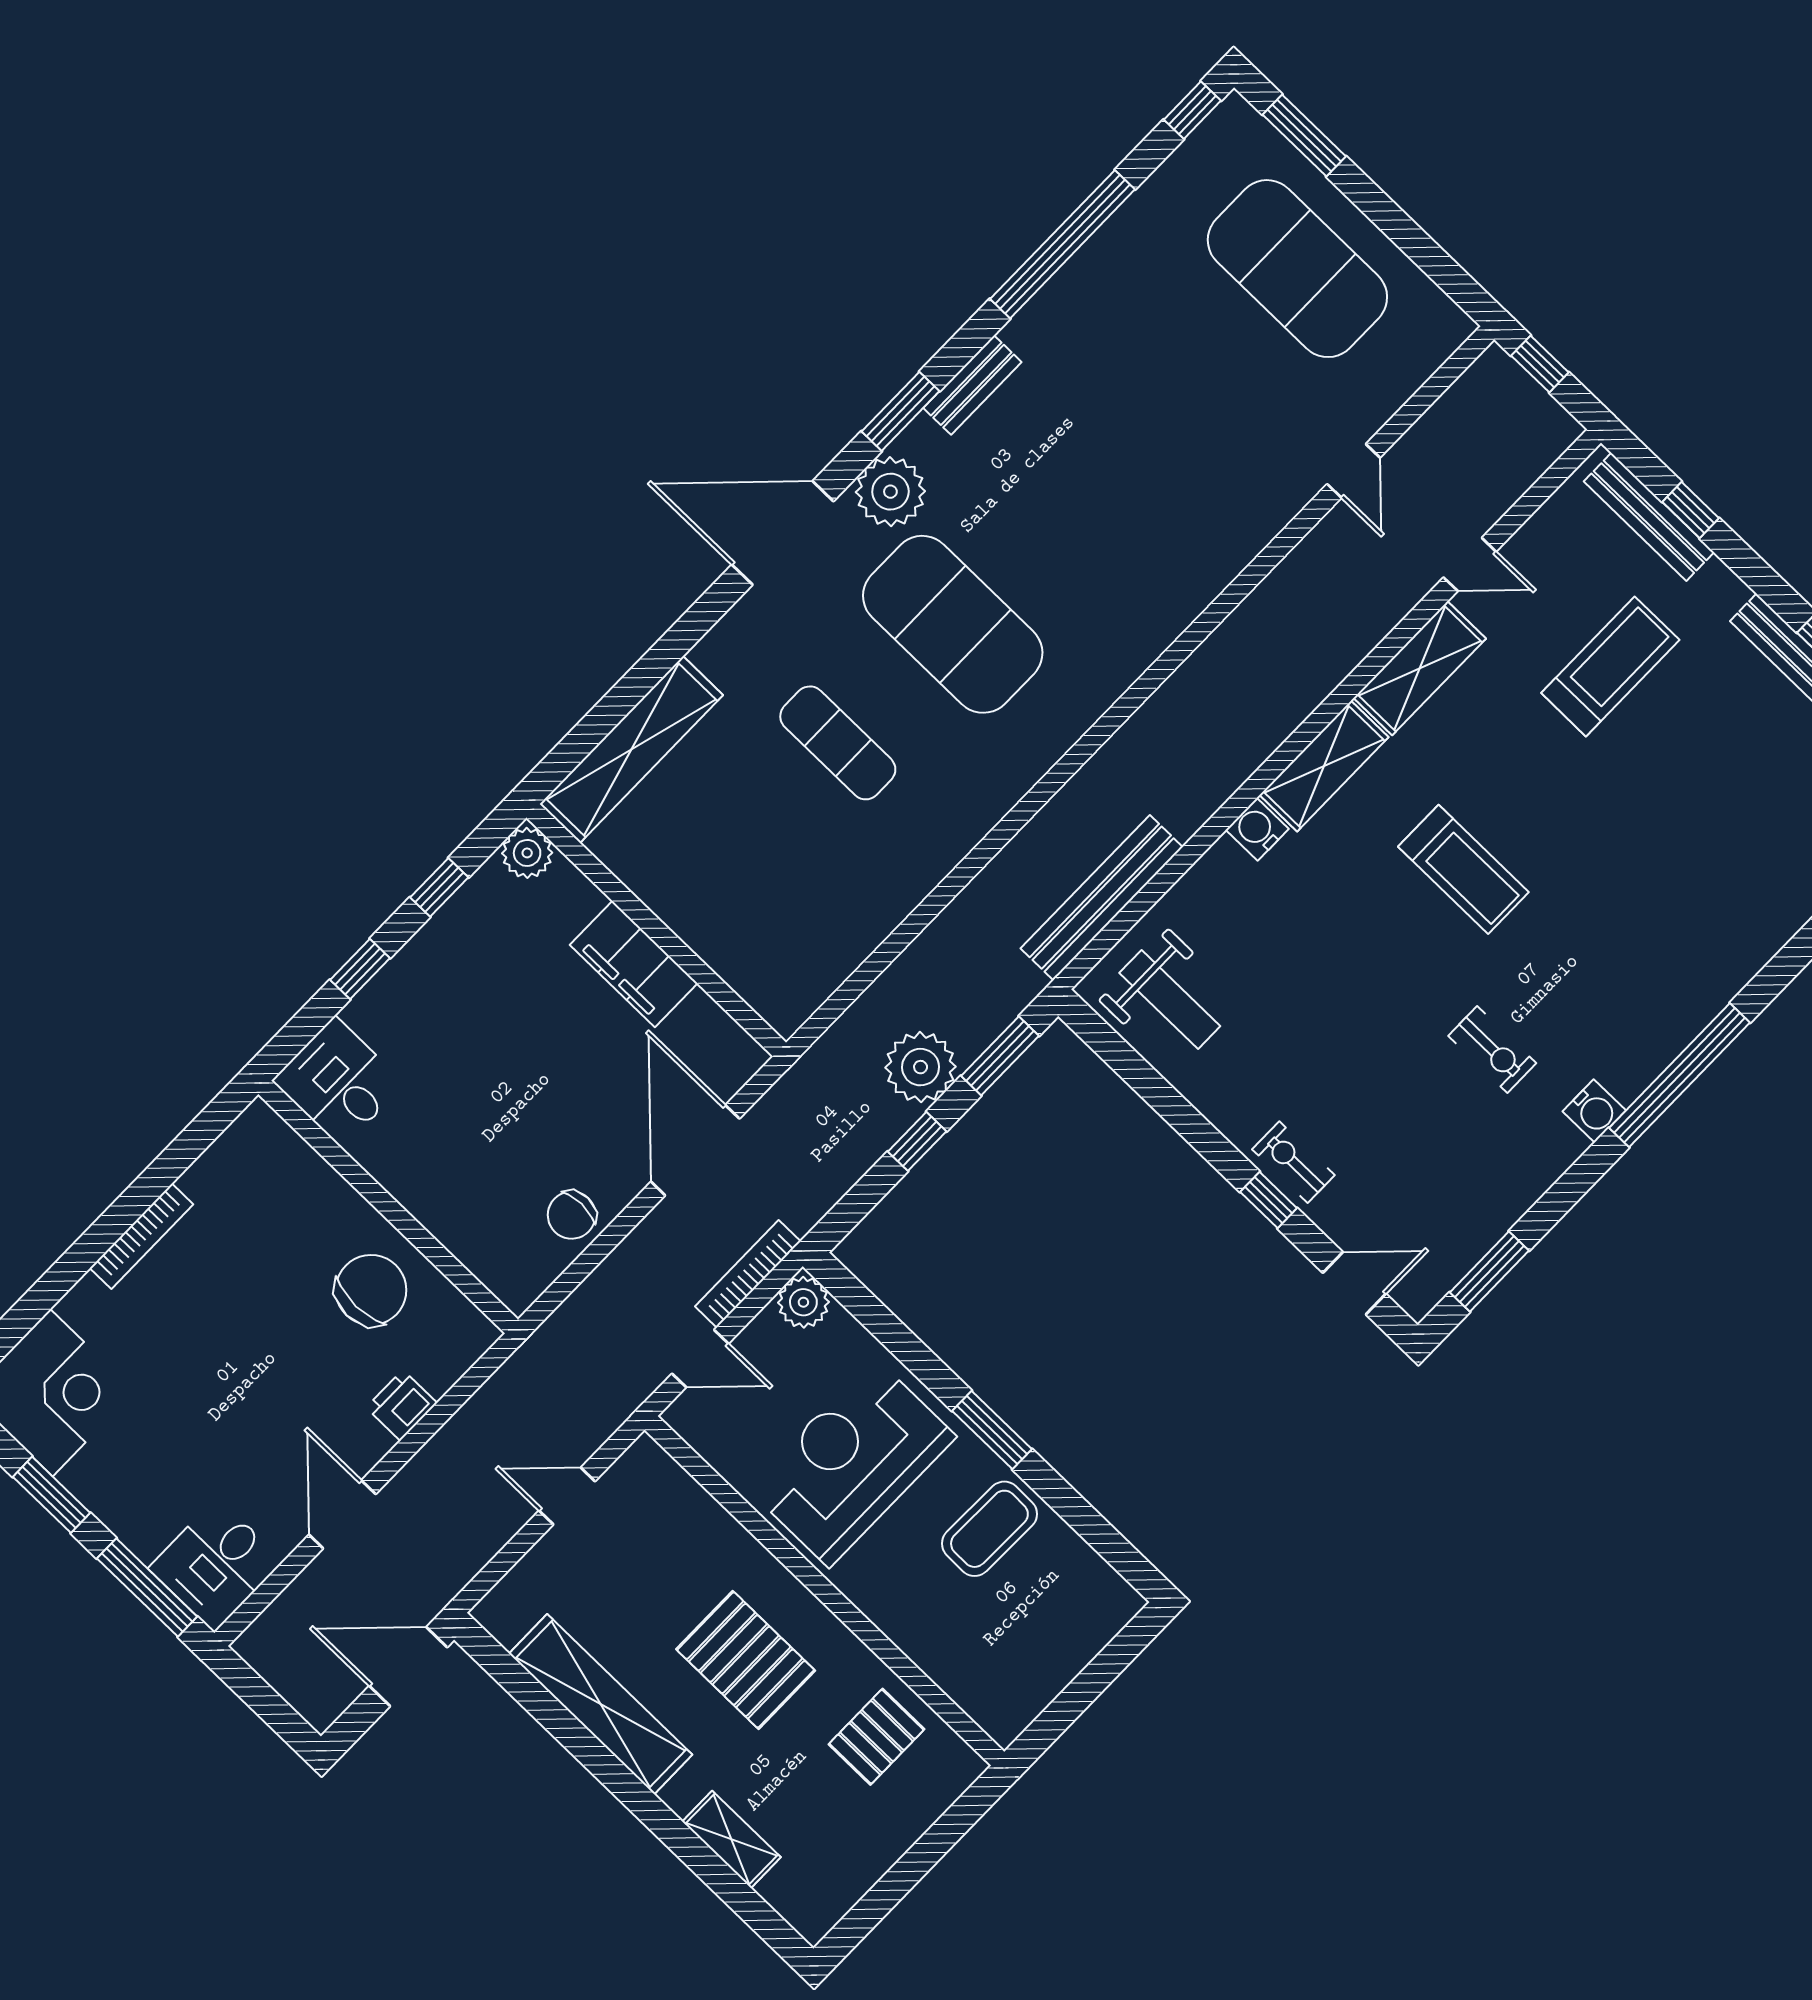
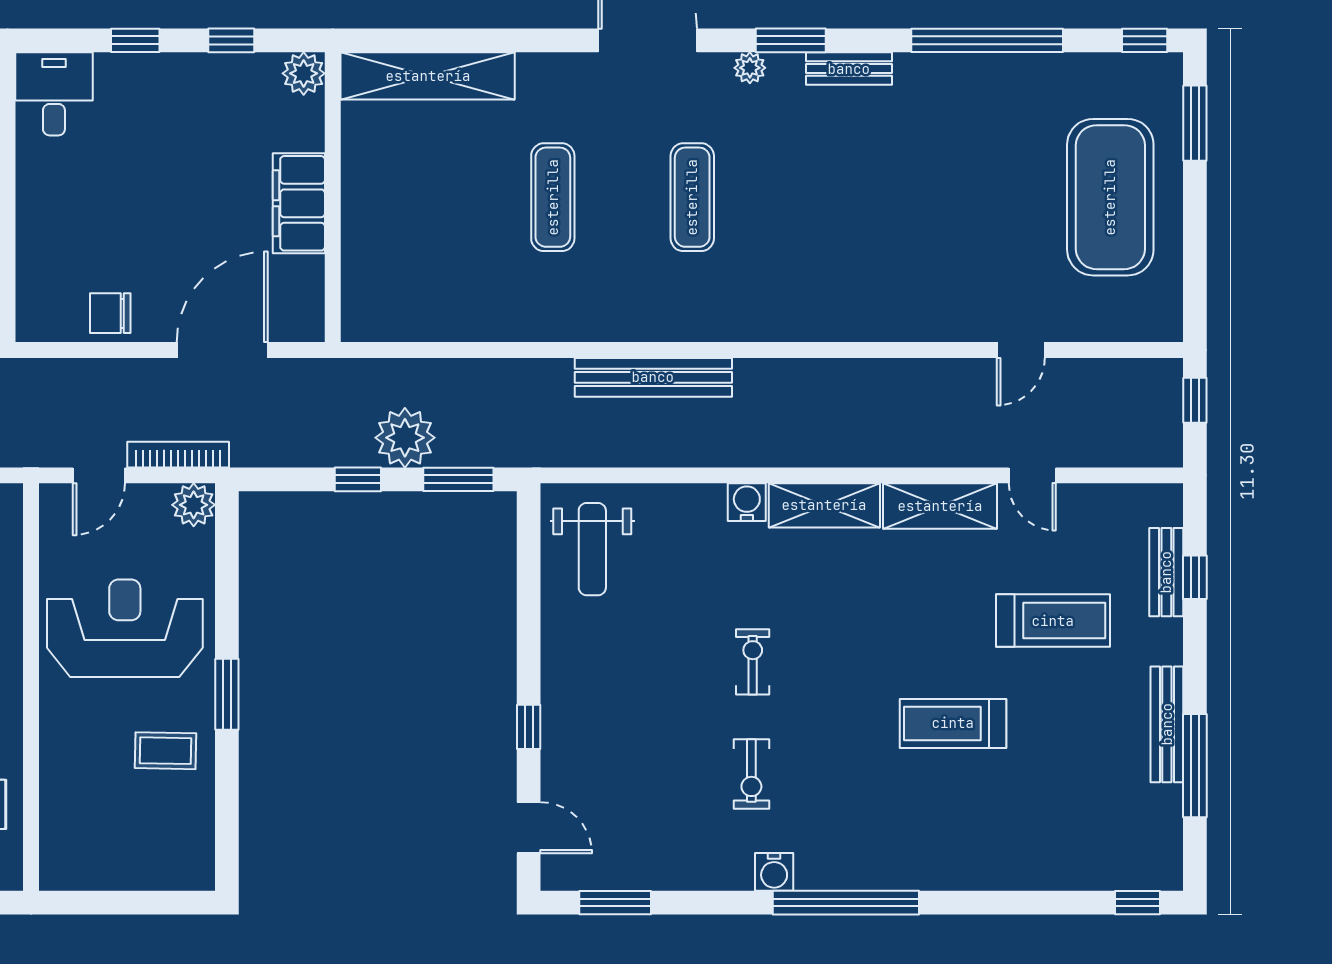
plant: (890, 492) -> (750, 68), width x0.53, depth x0.53
bench: (1649, 517) -> (1166, 572), width x0.73
exercise mat: (953, 624) -> (692, 197), width x0.50, depth x0.69
treadmill: (1463, 869) -> (953, 723), moved, turned 90
bench: (1102, 898) -> (653, 377), moved
exercise bike: (1293, 1162) -> (753, 662), moved
door: (700, 1359) -> (99, 475), hinge flipped
coffee table: (989, 1529) -> (166, 751), width x0.73, depth x0.77

